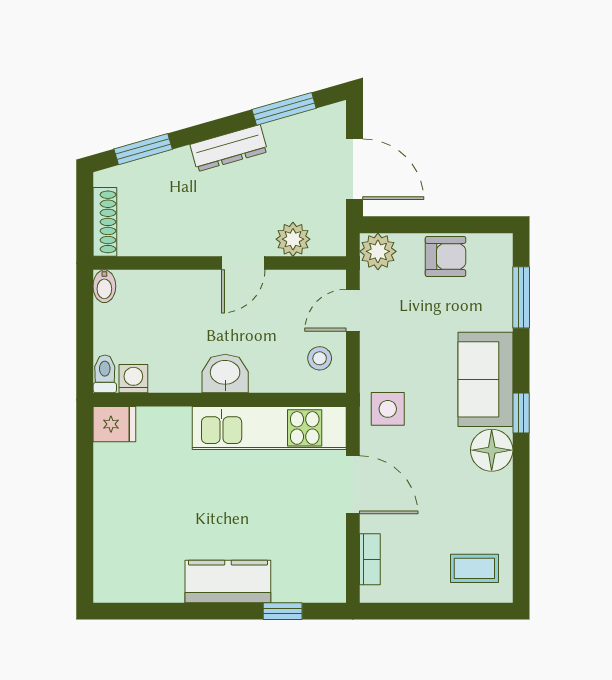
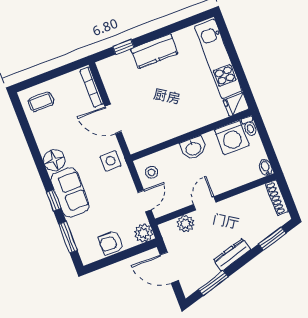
washing machine: (133, 379) -> (232, 138), width x1.89, depth x1.89
window: (521, 413) -> (54, 200), moved
kitchen unit: (269, 428) -> (218, 59), moved, turned -90
bookcase: (370, 559) -> (92, 87), width x1.56

